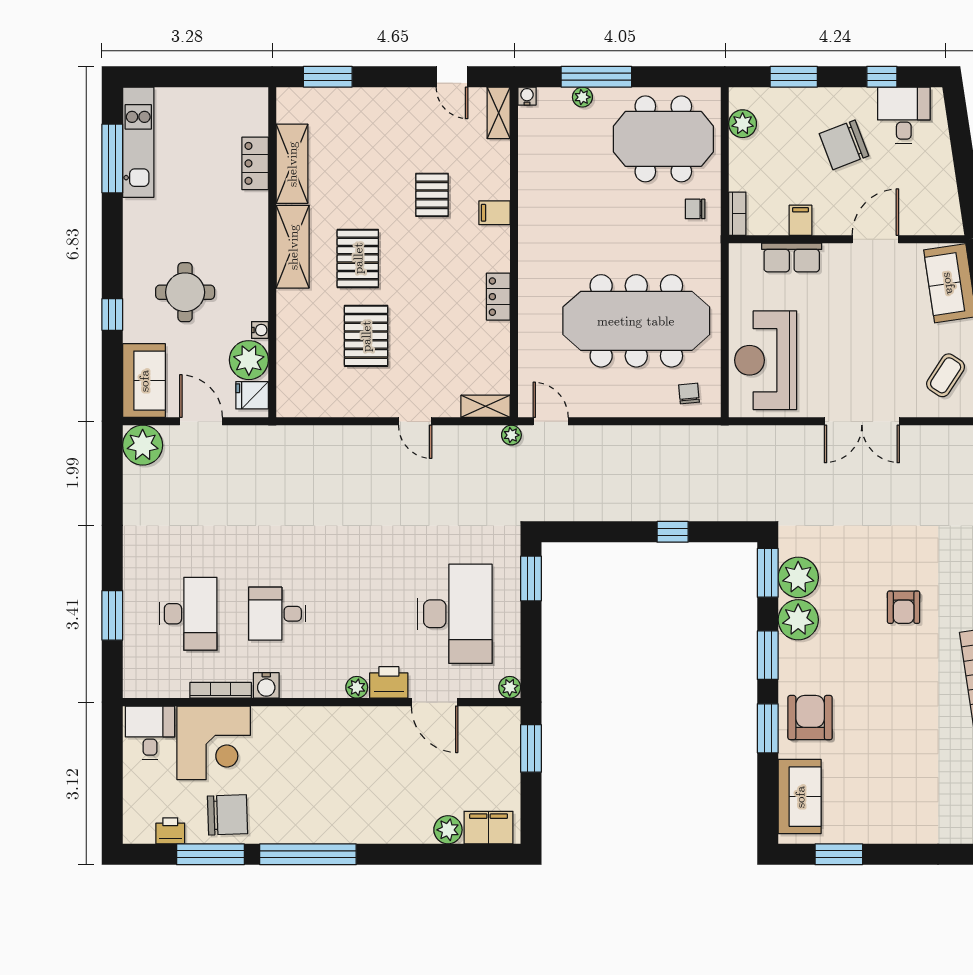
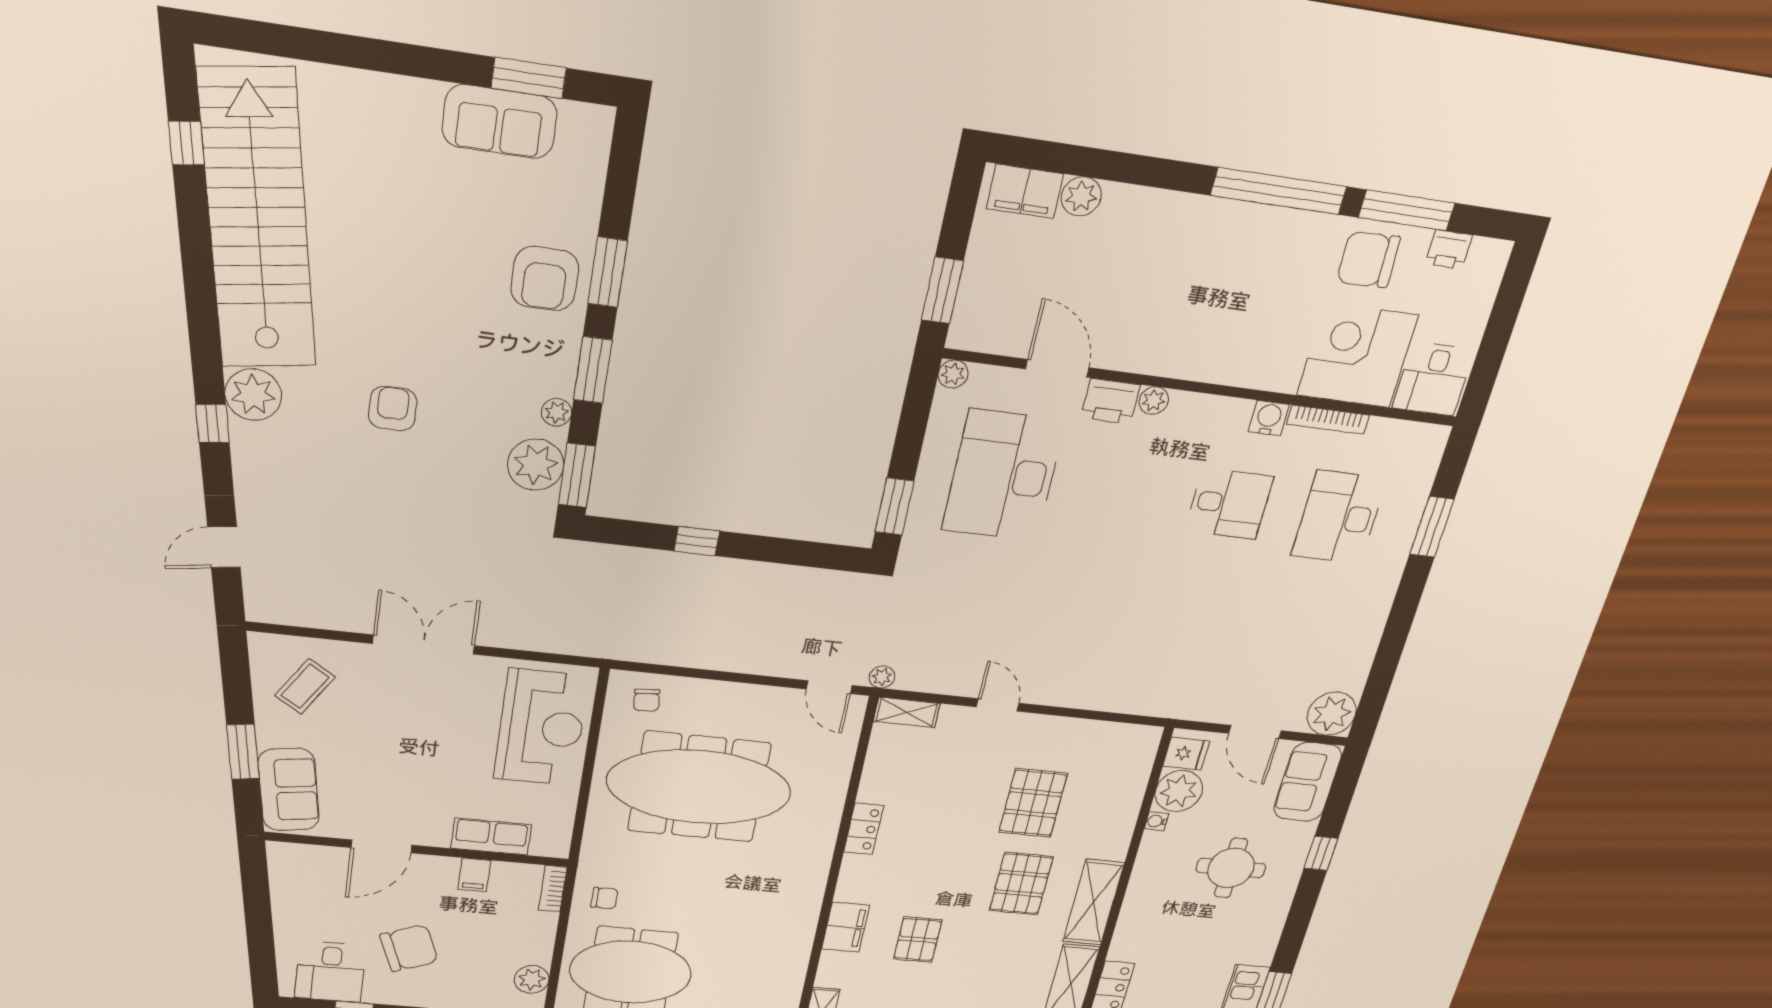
filing cabinet: (494, 213) -> (846, 927), width x2.00
plant: (798, 620) -> (556, 412), width x0.53, depth x0.53
sofa: (800, 797) -> (500, 121), moved, turned -90

